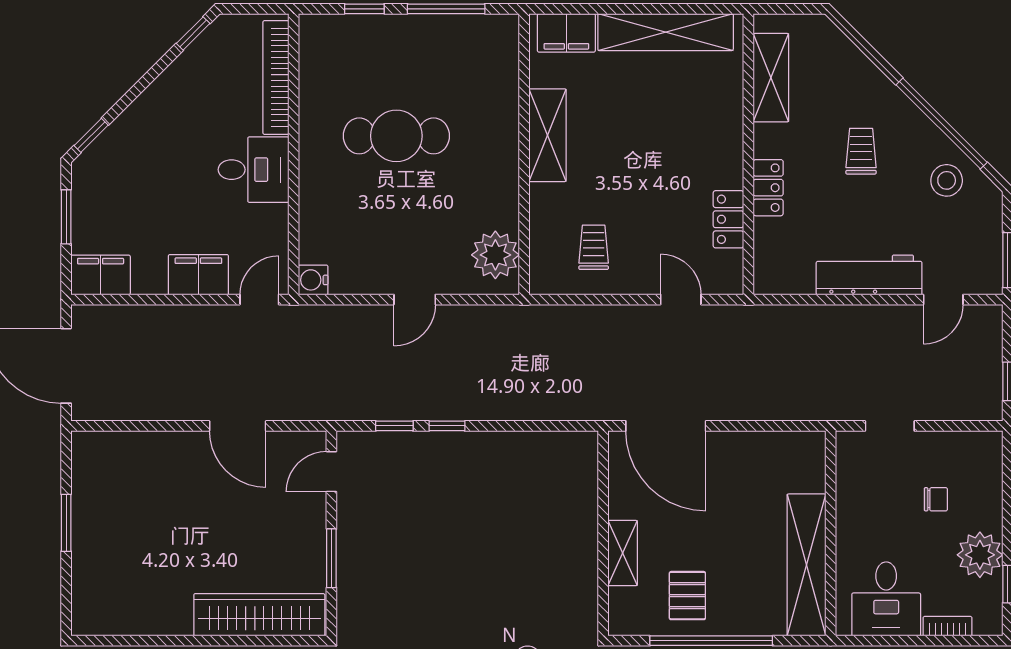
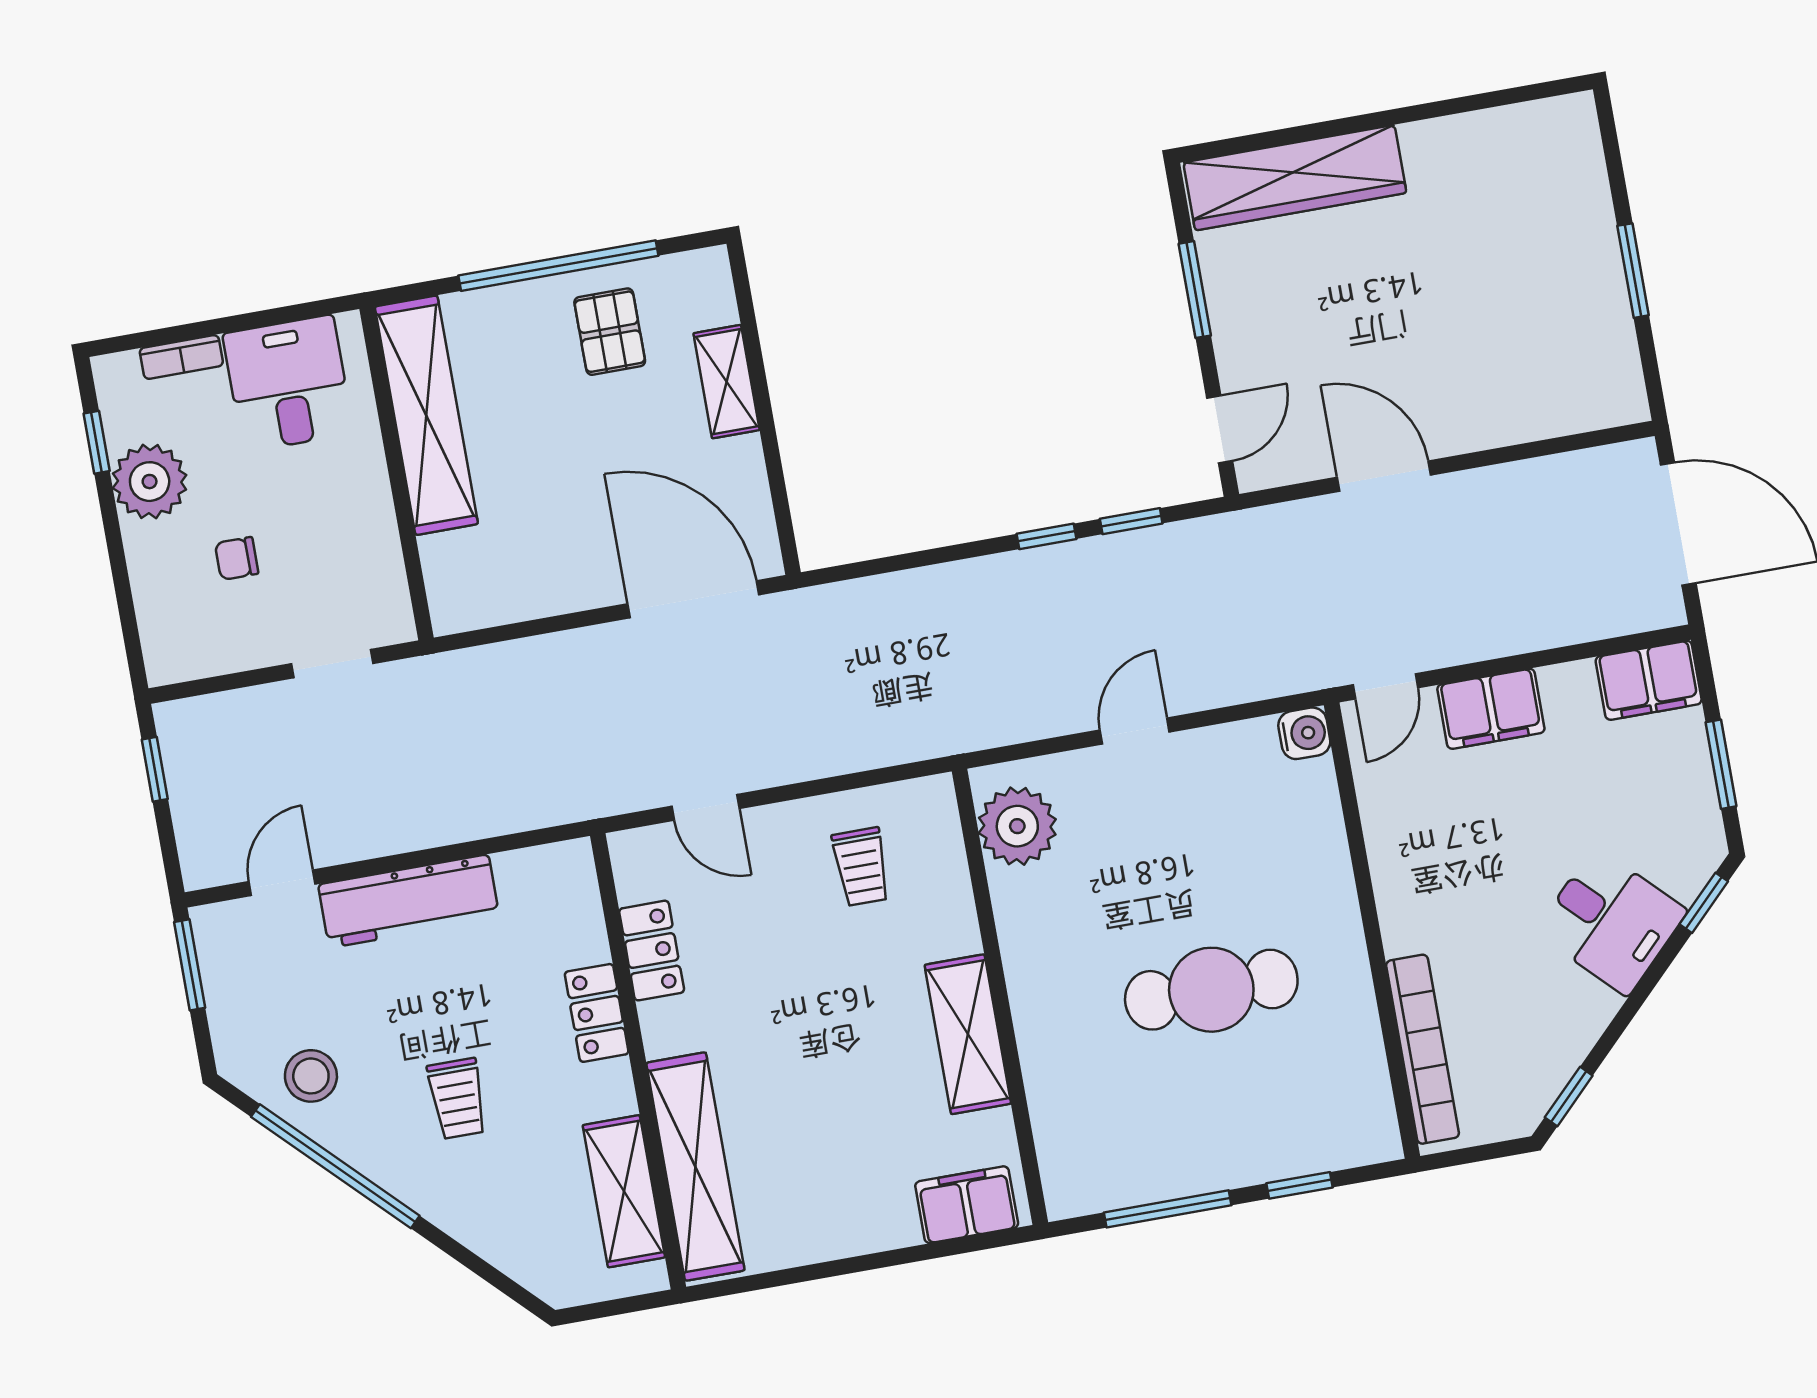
shelving: (666, 32) -> (695, 1167), moved, turned 90
desk: (253, 170) -> (1611, 921), moved, turned -135

